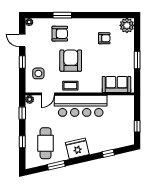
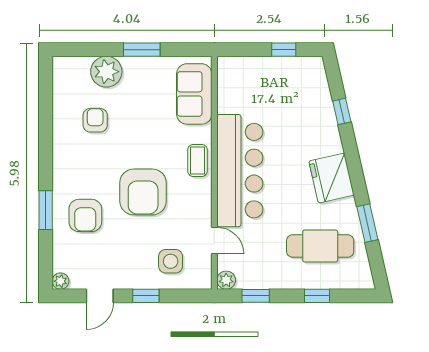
plant: (127, 25) -> (106, 72), moved
armchair: (60, 34) -> (85, 215), turned 180
armchair: (71, 61) -> (143, 192), turned -90
coffee table: (70, 86) -> (198, 160), moved

